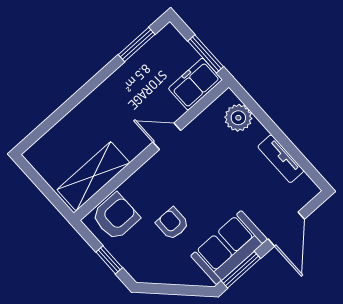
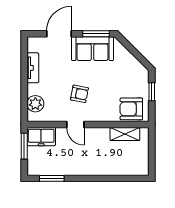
shelving: (93, 176) -> (125, 134), width x0.67, depth x0.75
armchair: (172, 224) -> (79, 94), moved, turned -79

